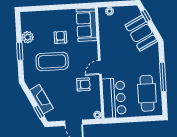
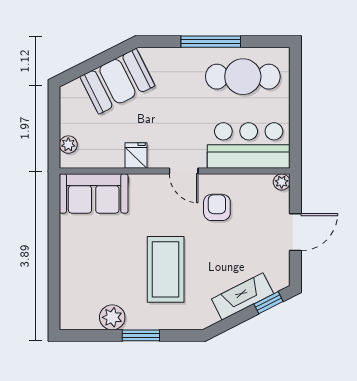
window: (146, 16) -> (82, 69), removed
armchair: (60, 37) -> (117, 249), removed
fridge: (106, 44) -> (136, 156), added

